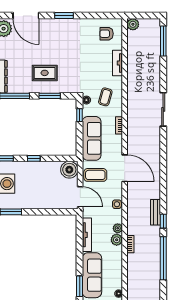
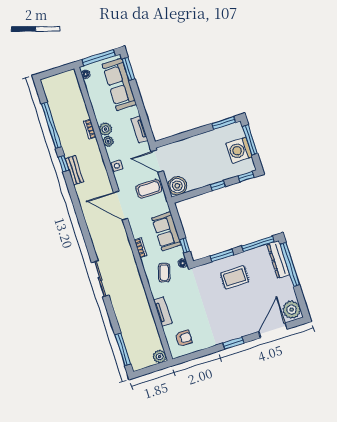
door: (26, 16) -> (273, 330), hinge flipped
sofa: (92, 138) -> (167, 231), width x0.73
tv unit: (87, 235) -> (139, 129), width x0.71

